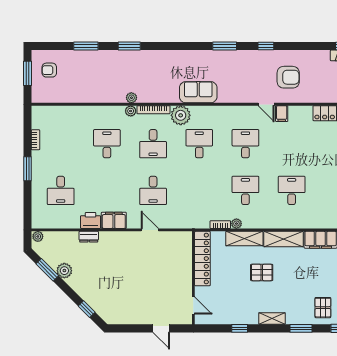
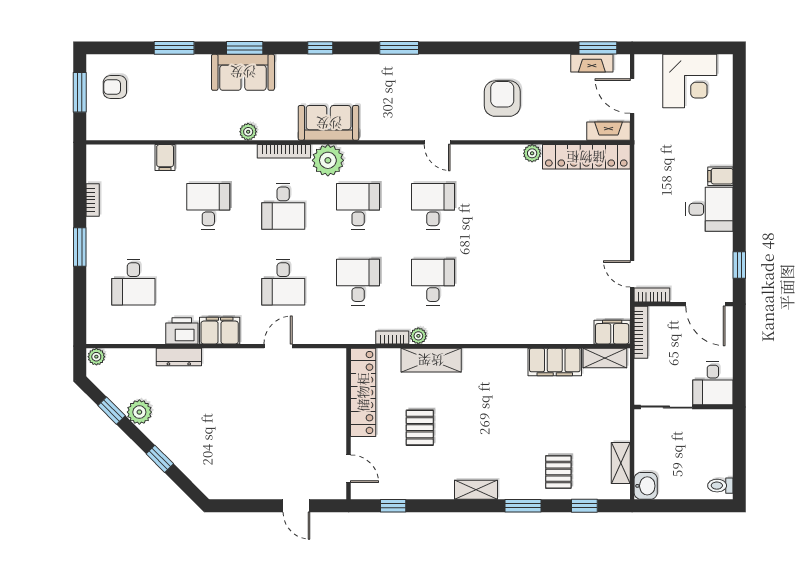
window: (266, 46) -> (320, 48), moved
sofa: (128, 61) -> (243, 72), added
armchair: (288, 77) -> (502, 99), turned -90
sofa: (198, 92) -> (329, 123), moved
door: (266, 104) -> (437, 142), moved
plant: (131, 111) -> (532, 153), moved
filing cabinet: (282, 114) -> (165, 158), moved
desk: (292, 190) -> (358, 282), moved
door: (150, 230) -> (278, 346), hinge flipped
dresser: (89, 237) -> (179, 357), width x1.44
shelving: (283, 239) -> (495, 361), removed
window: (47, 270) -> (112, 411), width x0.67
pallet: (262, 272) -> (420, 428), moved, turned 90
window: (87, 309) -> (160, 459), moved
window: (240, 328) -> (393, 506), moved

